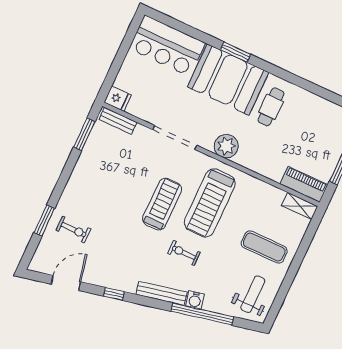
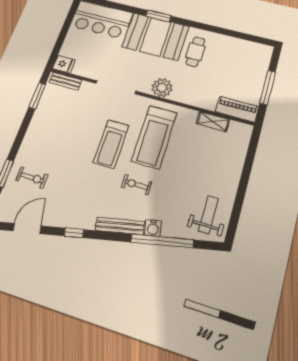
treadmill: (162, 204) -> (111, 144), turned 180
shelving: (300, 206) -> (213, 122), moved
exercise mat: (264, 247) -> (211, 169), removed

